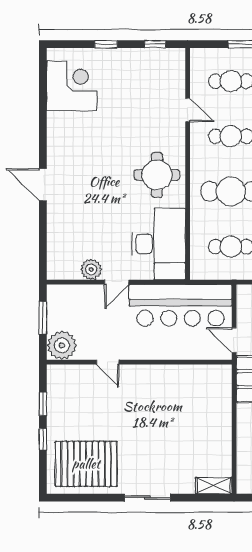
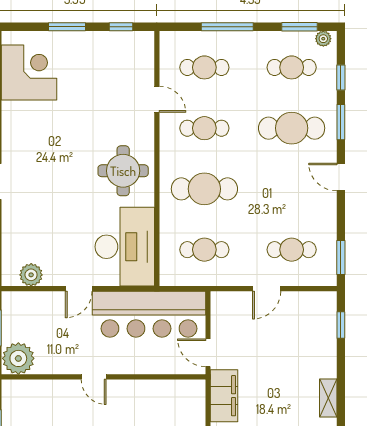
window: (106, 44) -> (67, 27), width x1.50
plant: (91, 269) -> (31, 275), moved
door: (108, 362) -> (94, 377), moved

